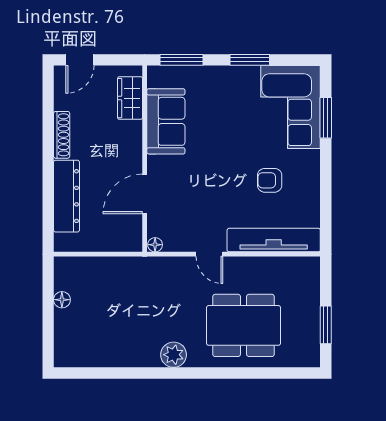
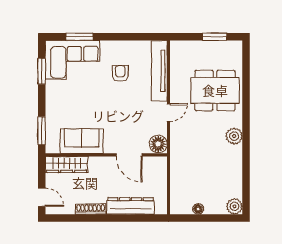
window: (250, 60) -> (42, 71), moved
wardrobe: (130, 98) -> (67, 164), width x1.50
armchair: (270, 180) -> (120, 73), turned 180
floor lamp: (155, 245) -> (158, 144), width x1.89, depth x1.89
dining table: (244, 325) -> (215, 90), turned 90
plant: (66, 355) -> (234, 206), added

